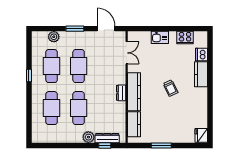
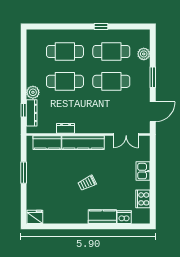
dresser: (121, 93) -> (66, 128), moved

